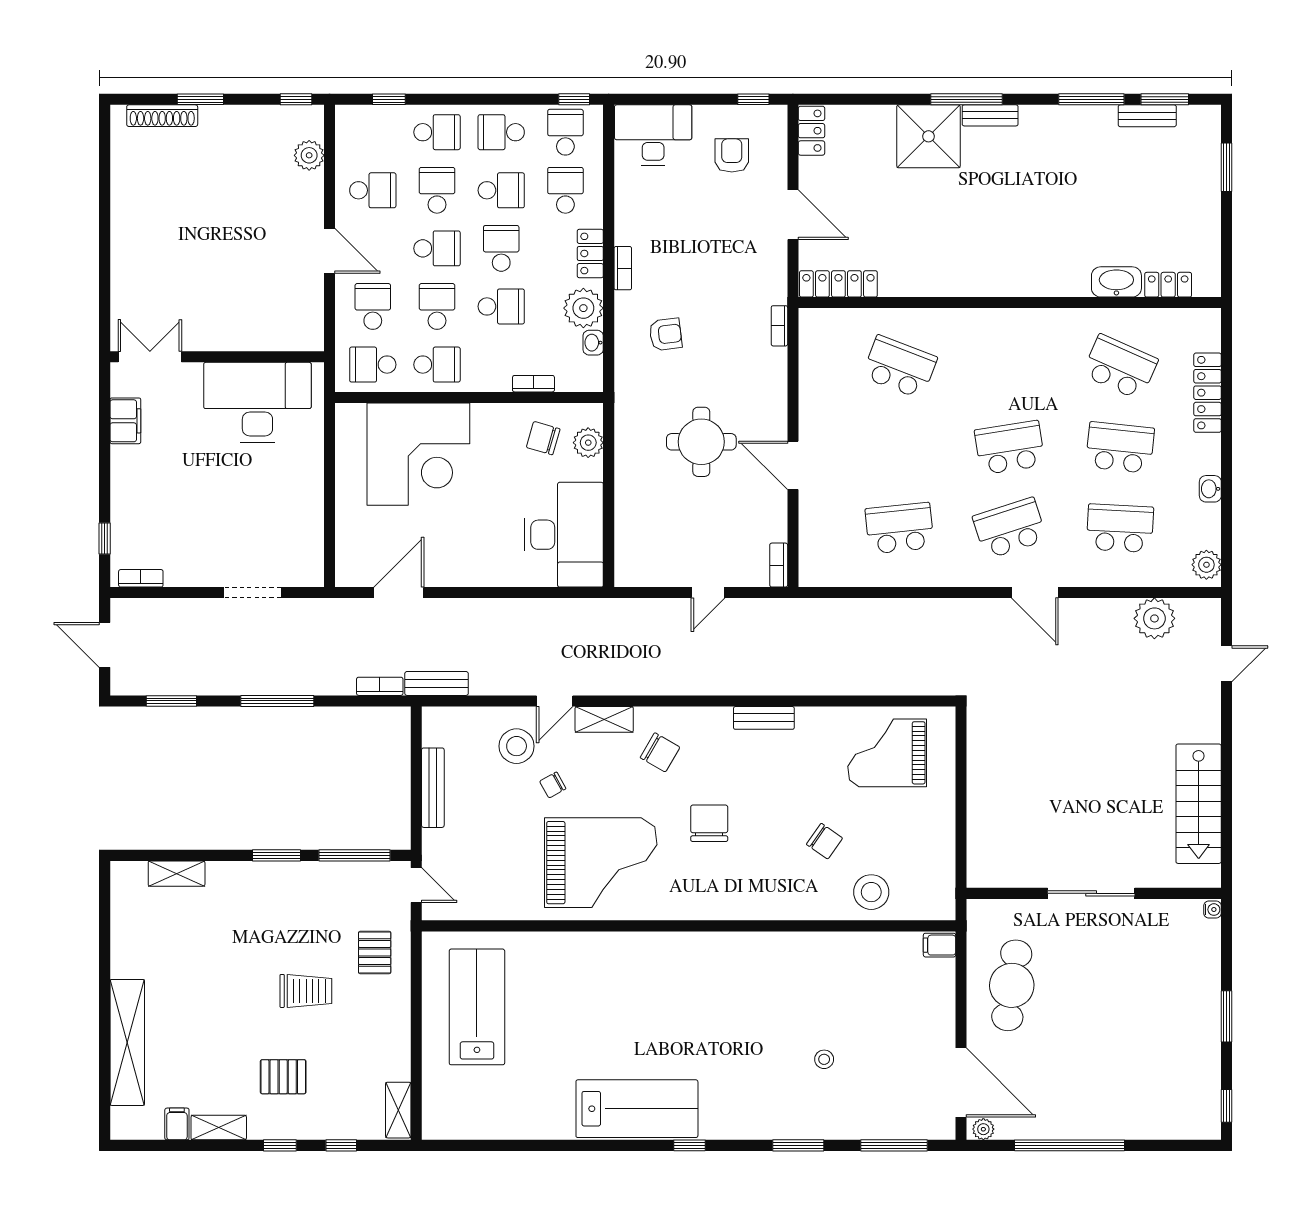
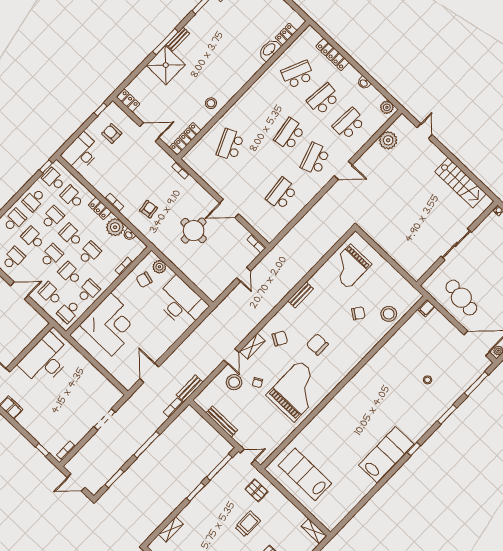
stool: (937, 270) -> (211, 103), added
school desk: (900, 367) -> (230, 145), turned -45

